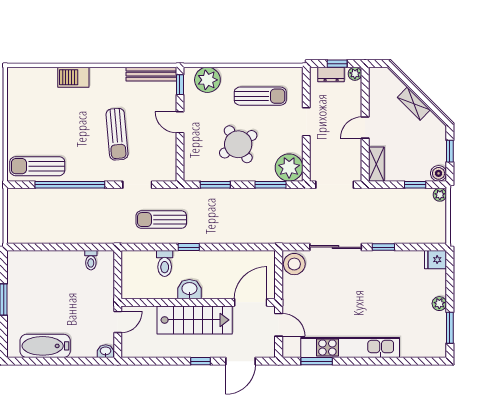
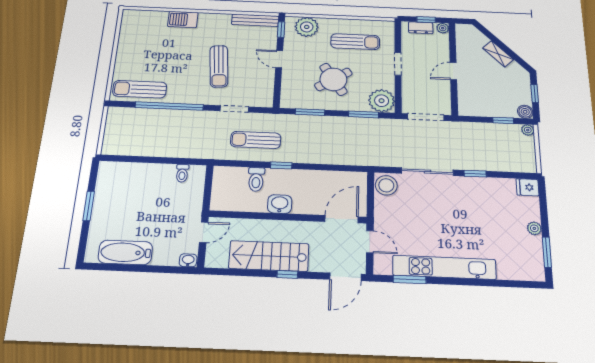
shelving: (376, 164) -> (465, 101), removed
stairs: (195, 320) -> (269, 256), moved, turned 180
door: (240, 361) -> (345, 277), moved

